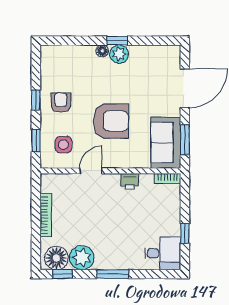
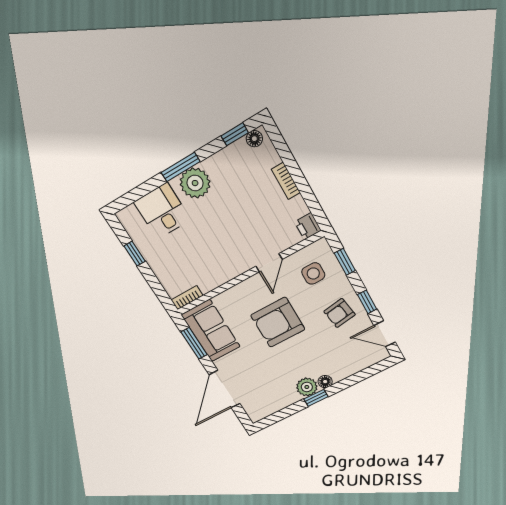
door: (36, 67) -> (385, 334), added
armchair: (61, 103) -> (340, 313), turned 81
printer: (130, 181) -> (308, 226), moved, turned -90
bookcase: (46, 215) -> (286, 181), width x0.64
desk: (163, 253) -> (162, 211), moved, turned 90
floor lamp: (56, 258) -> (254, 139), width x0.53, depth x0.53
plant: (82, 258) -> (195, 183), moved

